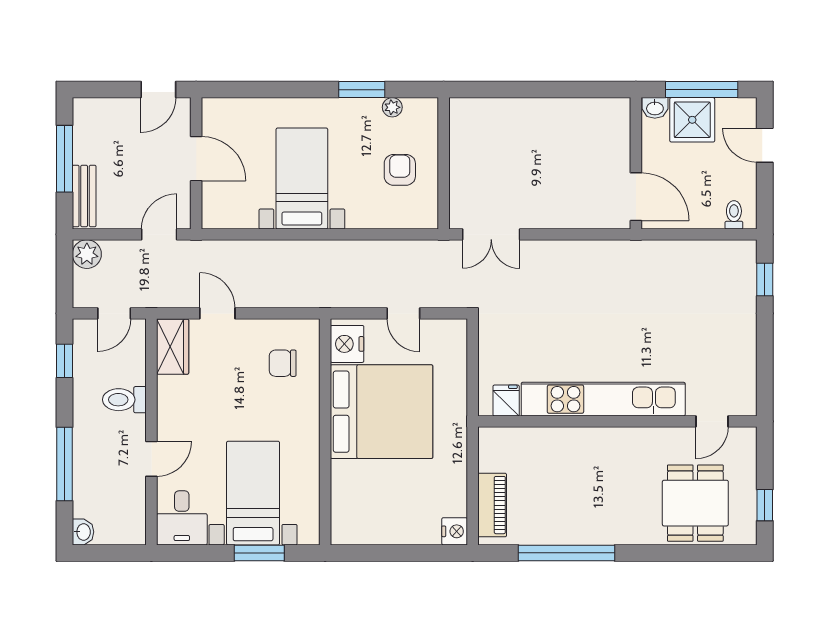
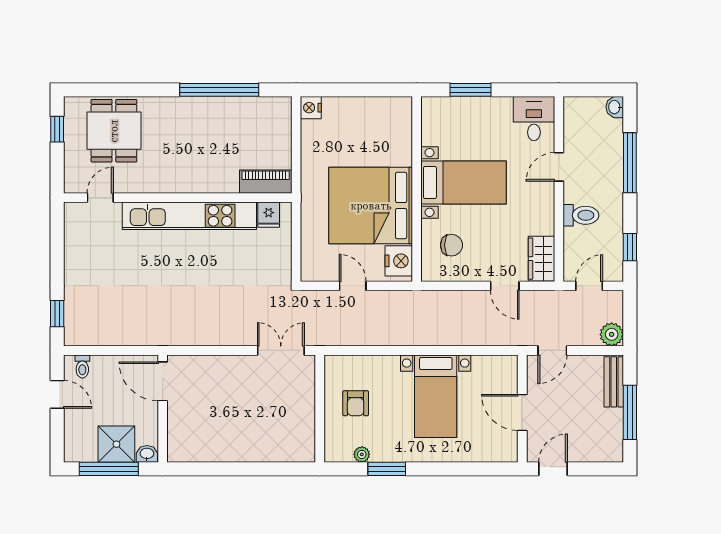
door: (765, 145) -> (57, 394), moved
bed with nightstands: (253, 493) -> (464, 182), moved, turned -90
piano: (492, 505) -> (266, 182), moved, turned 90

